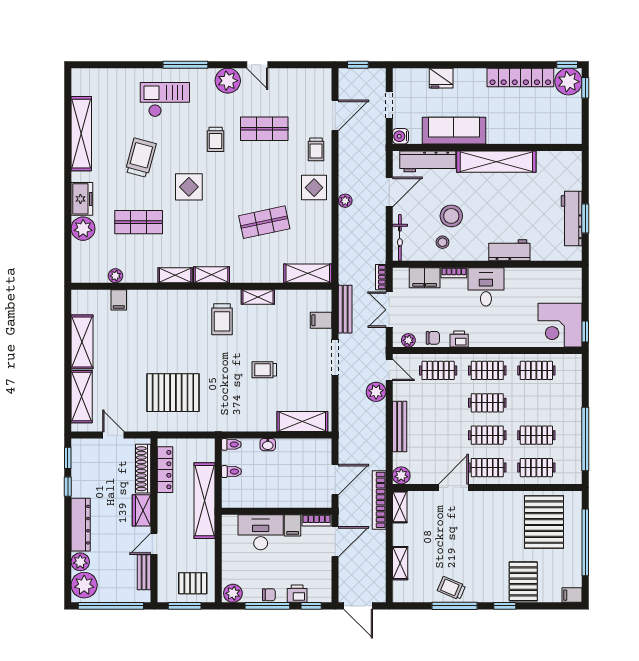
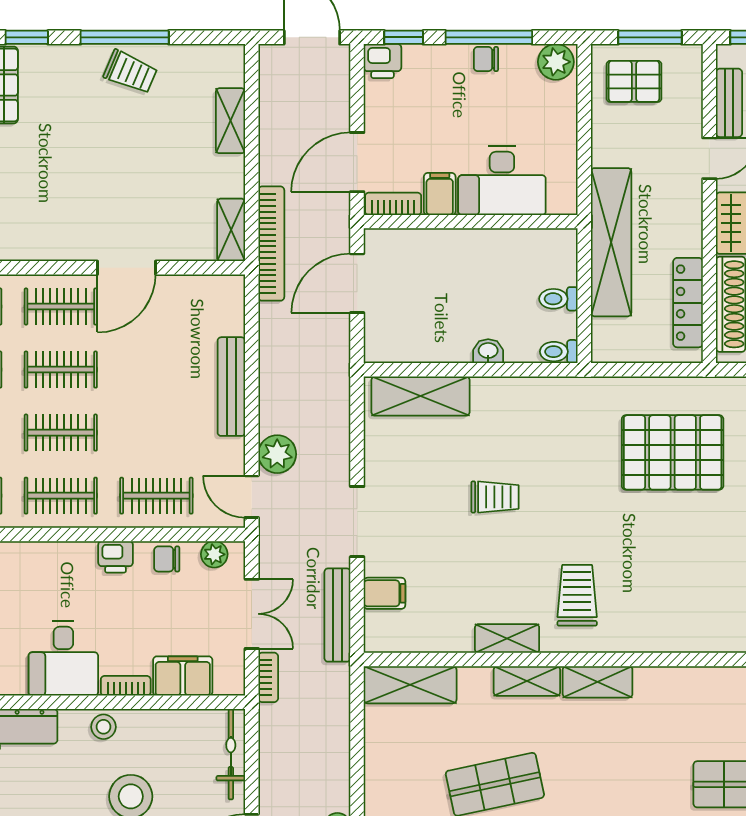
stool: (442, 242) -> (104, 727), moved
shelving: (175, 275) -> (527, 681), moved
plant: (401, 475) -> (228, 291), removed
printer: (297, 594) -> (382, 61), moved

